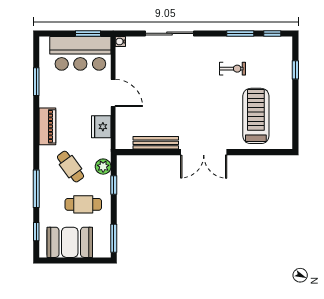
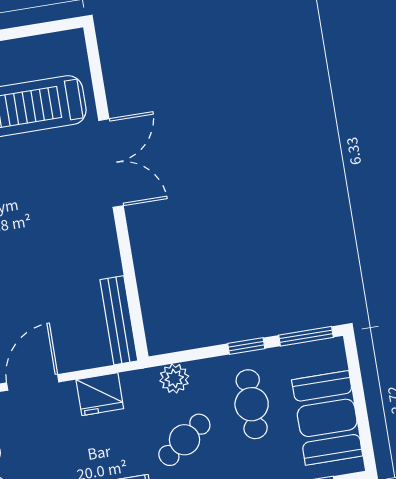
bench: (156, 143) -> (119, 320), moved
double door: (204, 152) -> (111, 163), moved
window: (114, 185) -> (246, 346), moved

